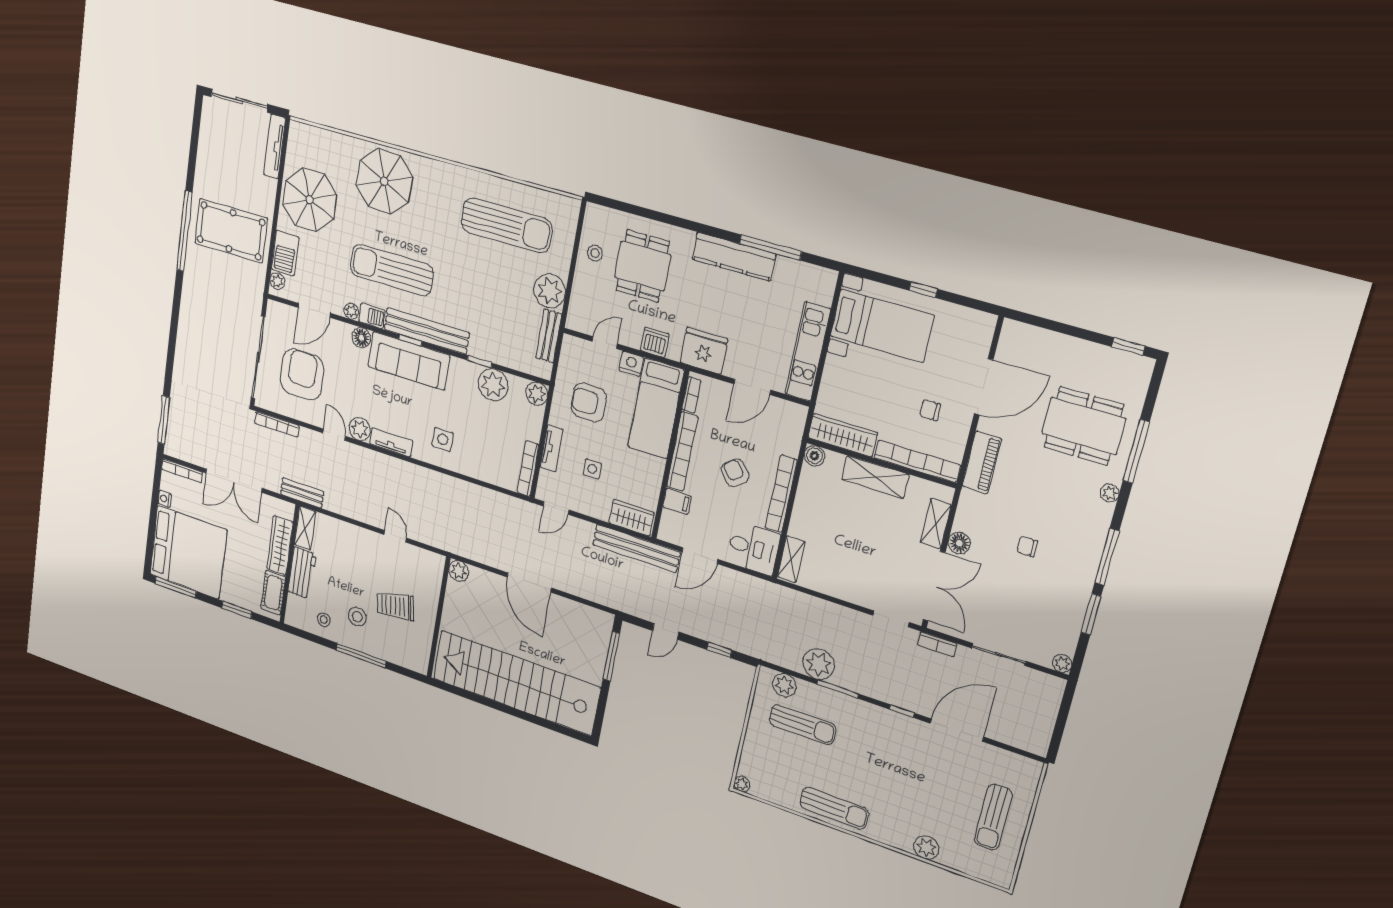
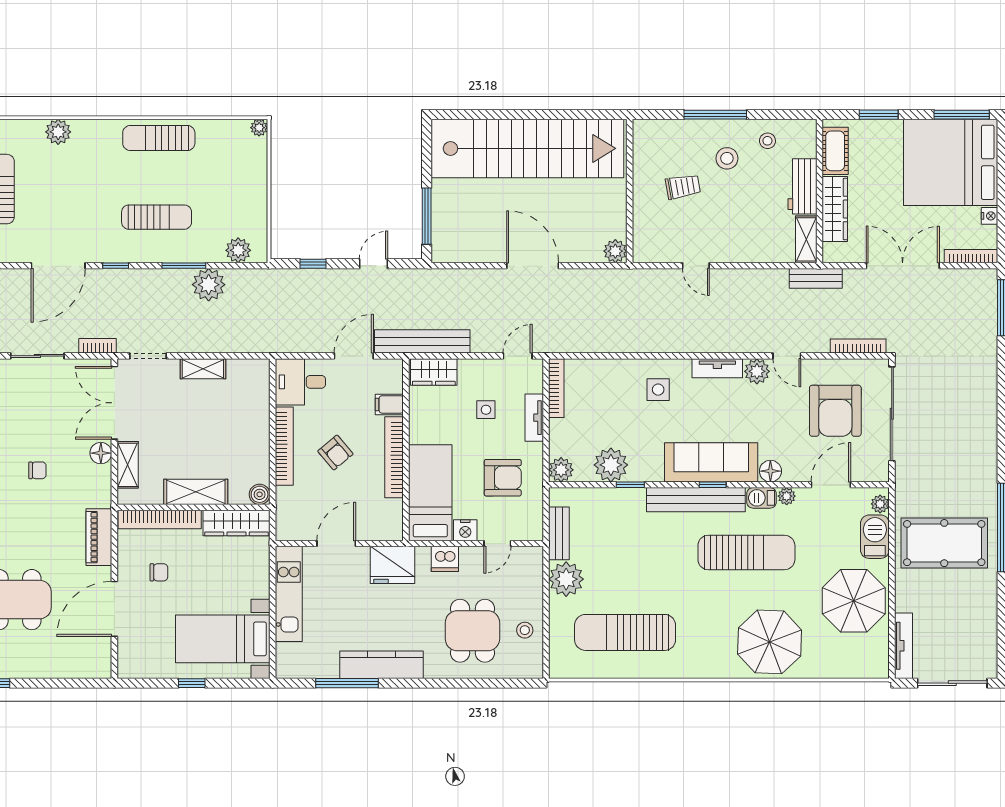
bookcase: (692, 395) -> (396, 517), removed
shelving: (791, 559) -> (203, 369), moved, turned 90
trolley: (395, 606) -> (683, 187), width x0.73, depth x0.72
sun lounger: (803, 725) -> (157, 217), moved, turned 180

